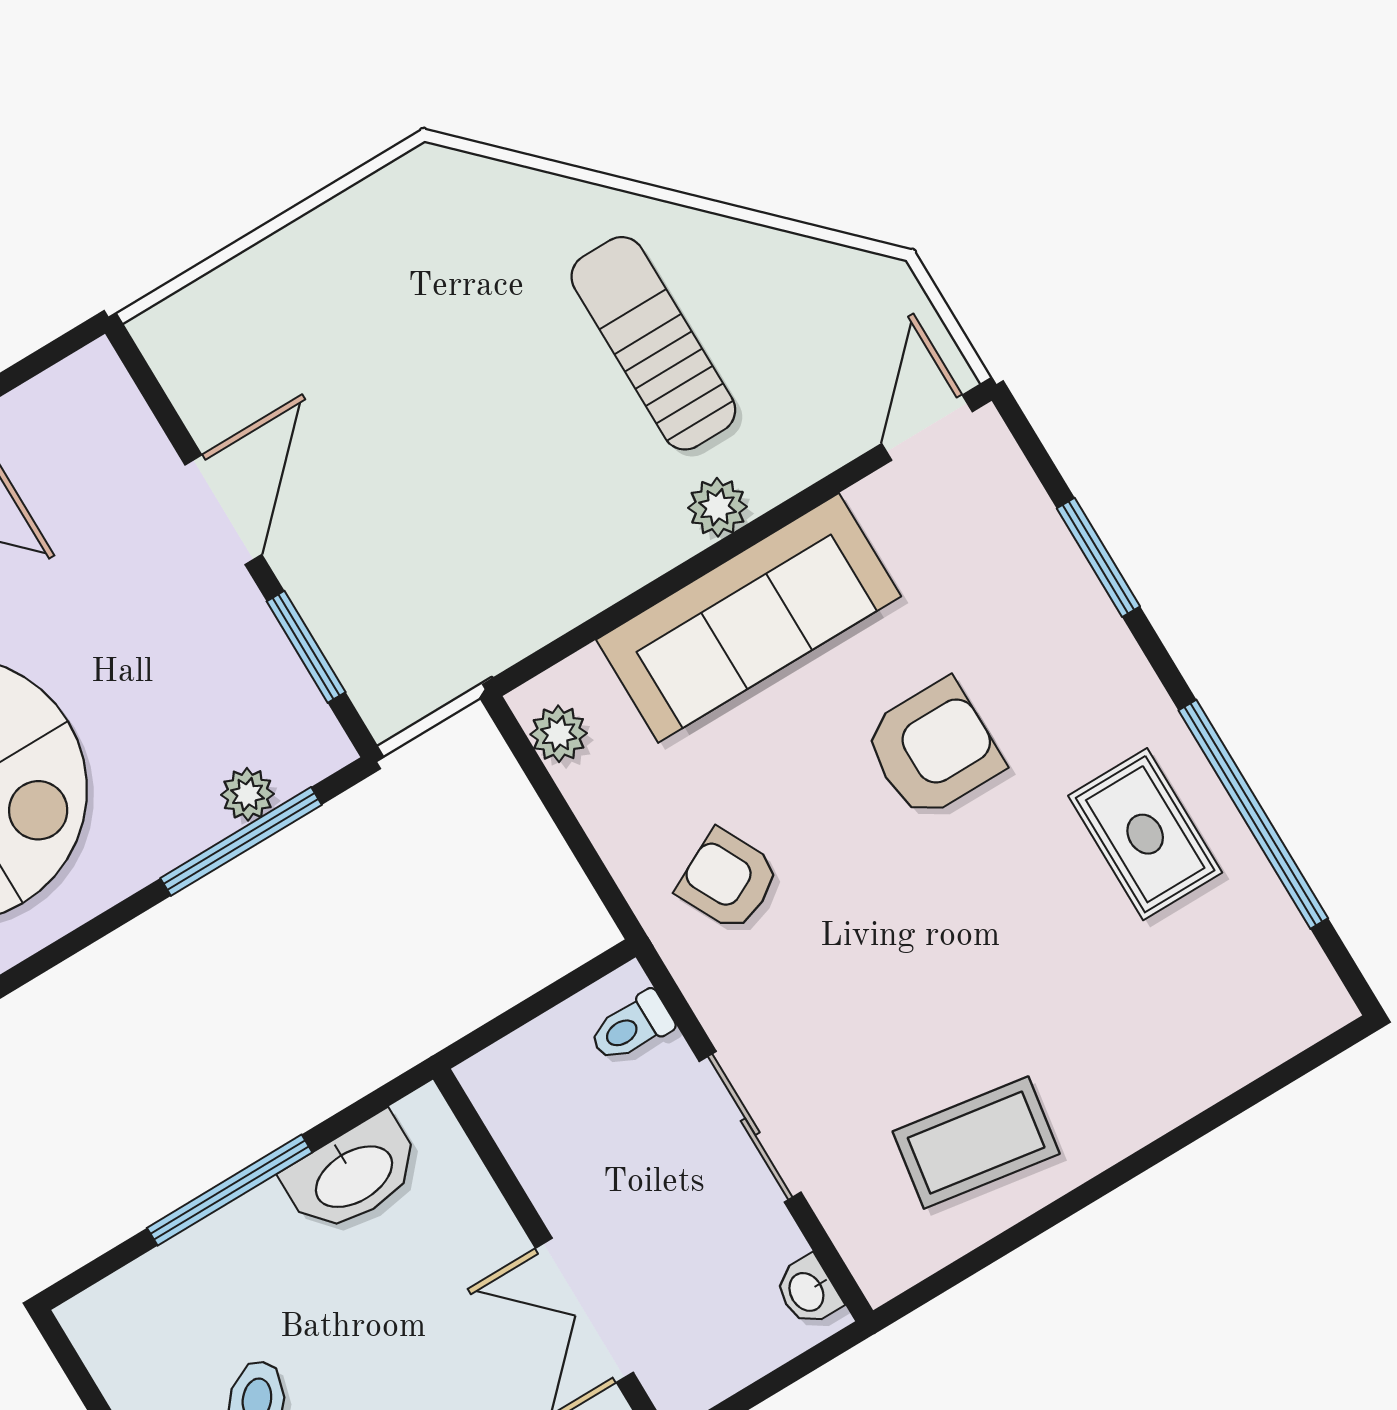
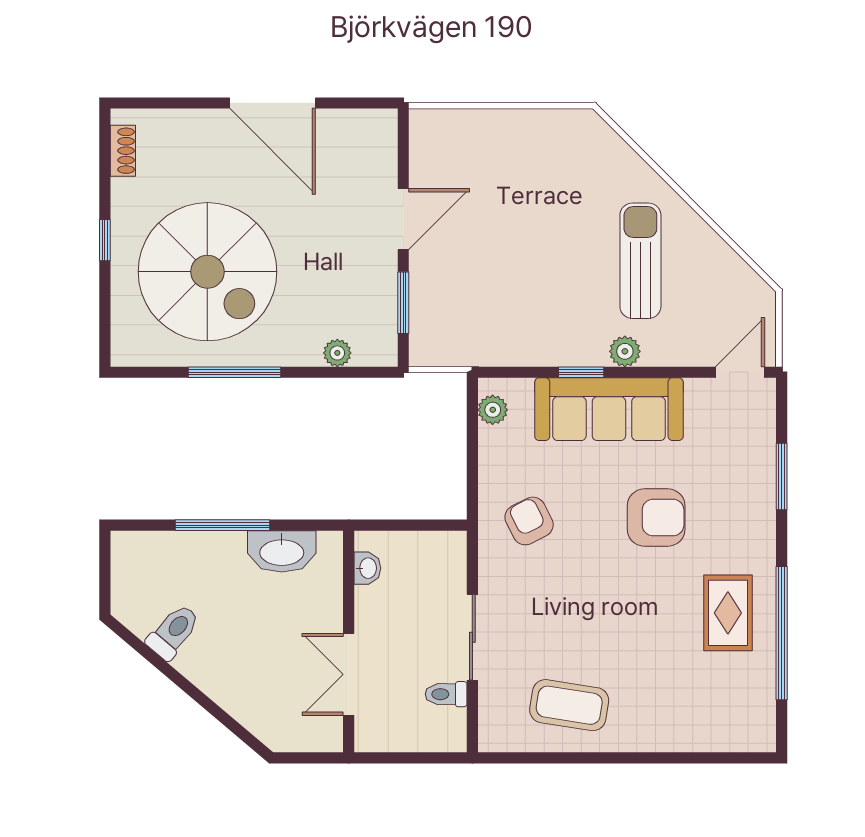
window: (666, 585) -> (581, 372), added
window: (241, 841) -> (235, 372), moved
toilet: (631, 1027) -> (446, 694), moved
washbasin: (808, 1291) -> (367, 568), moved, turned 180

